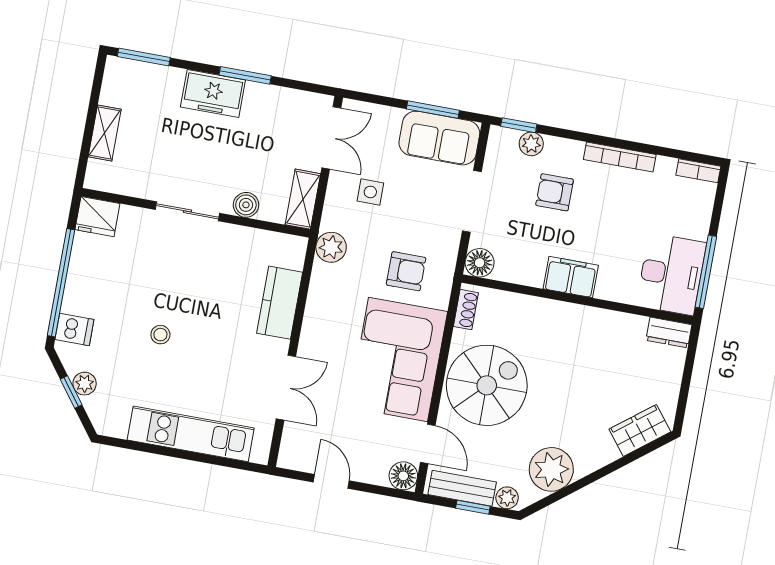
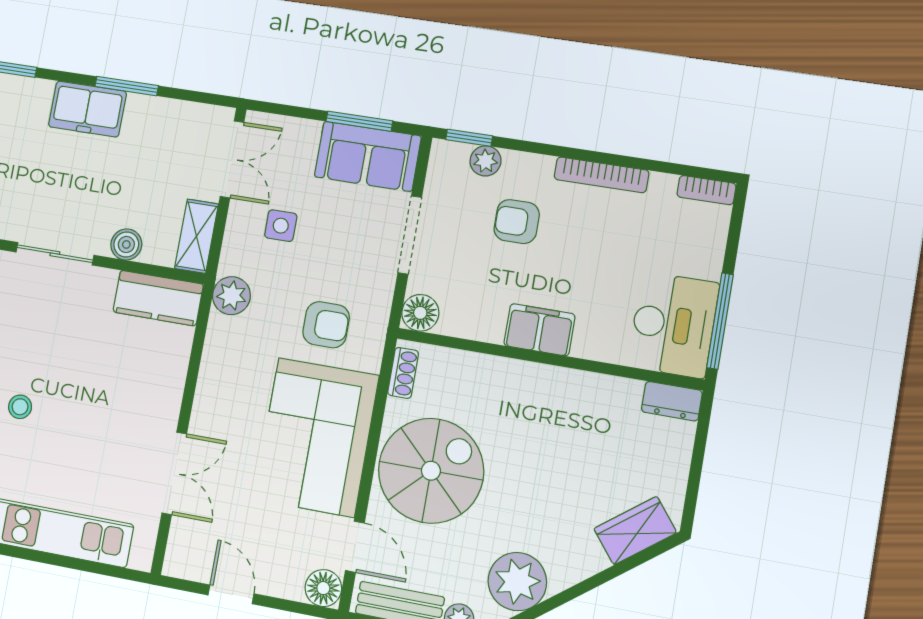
kitchen counter: (280, 303) -> (158, 298), moved, turned -90

